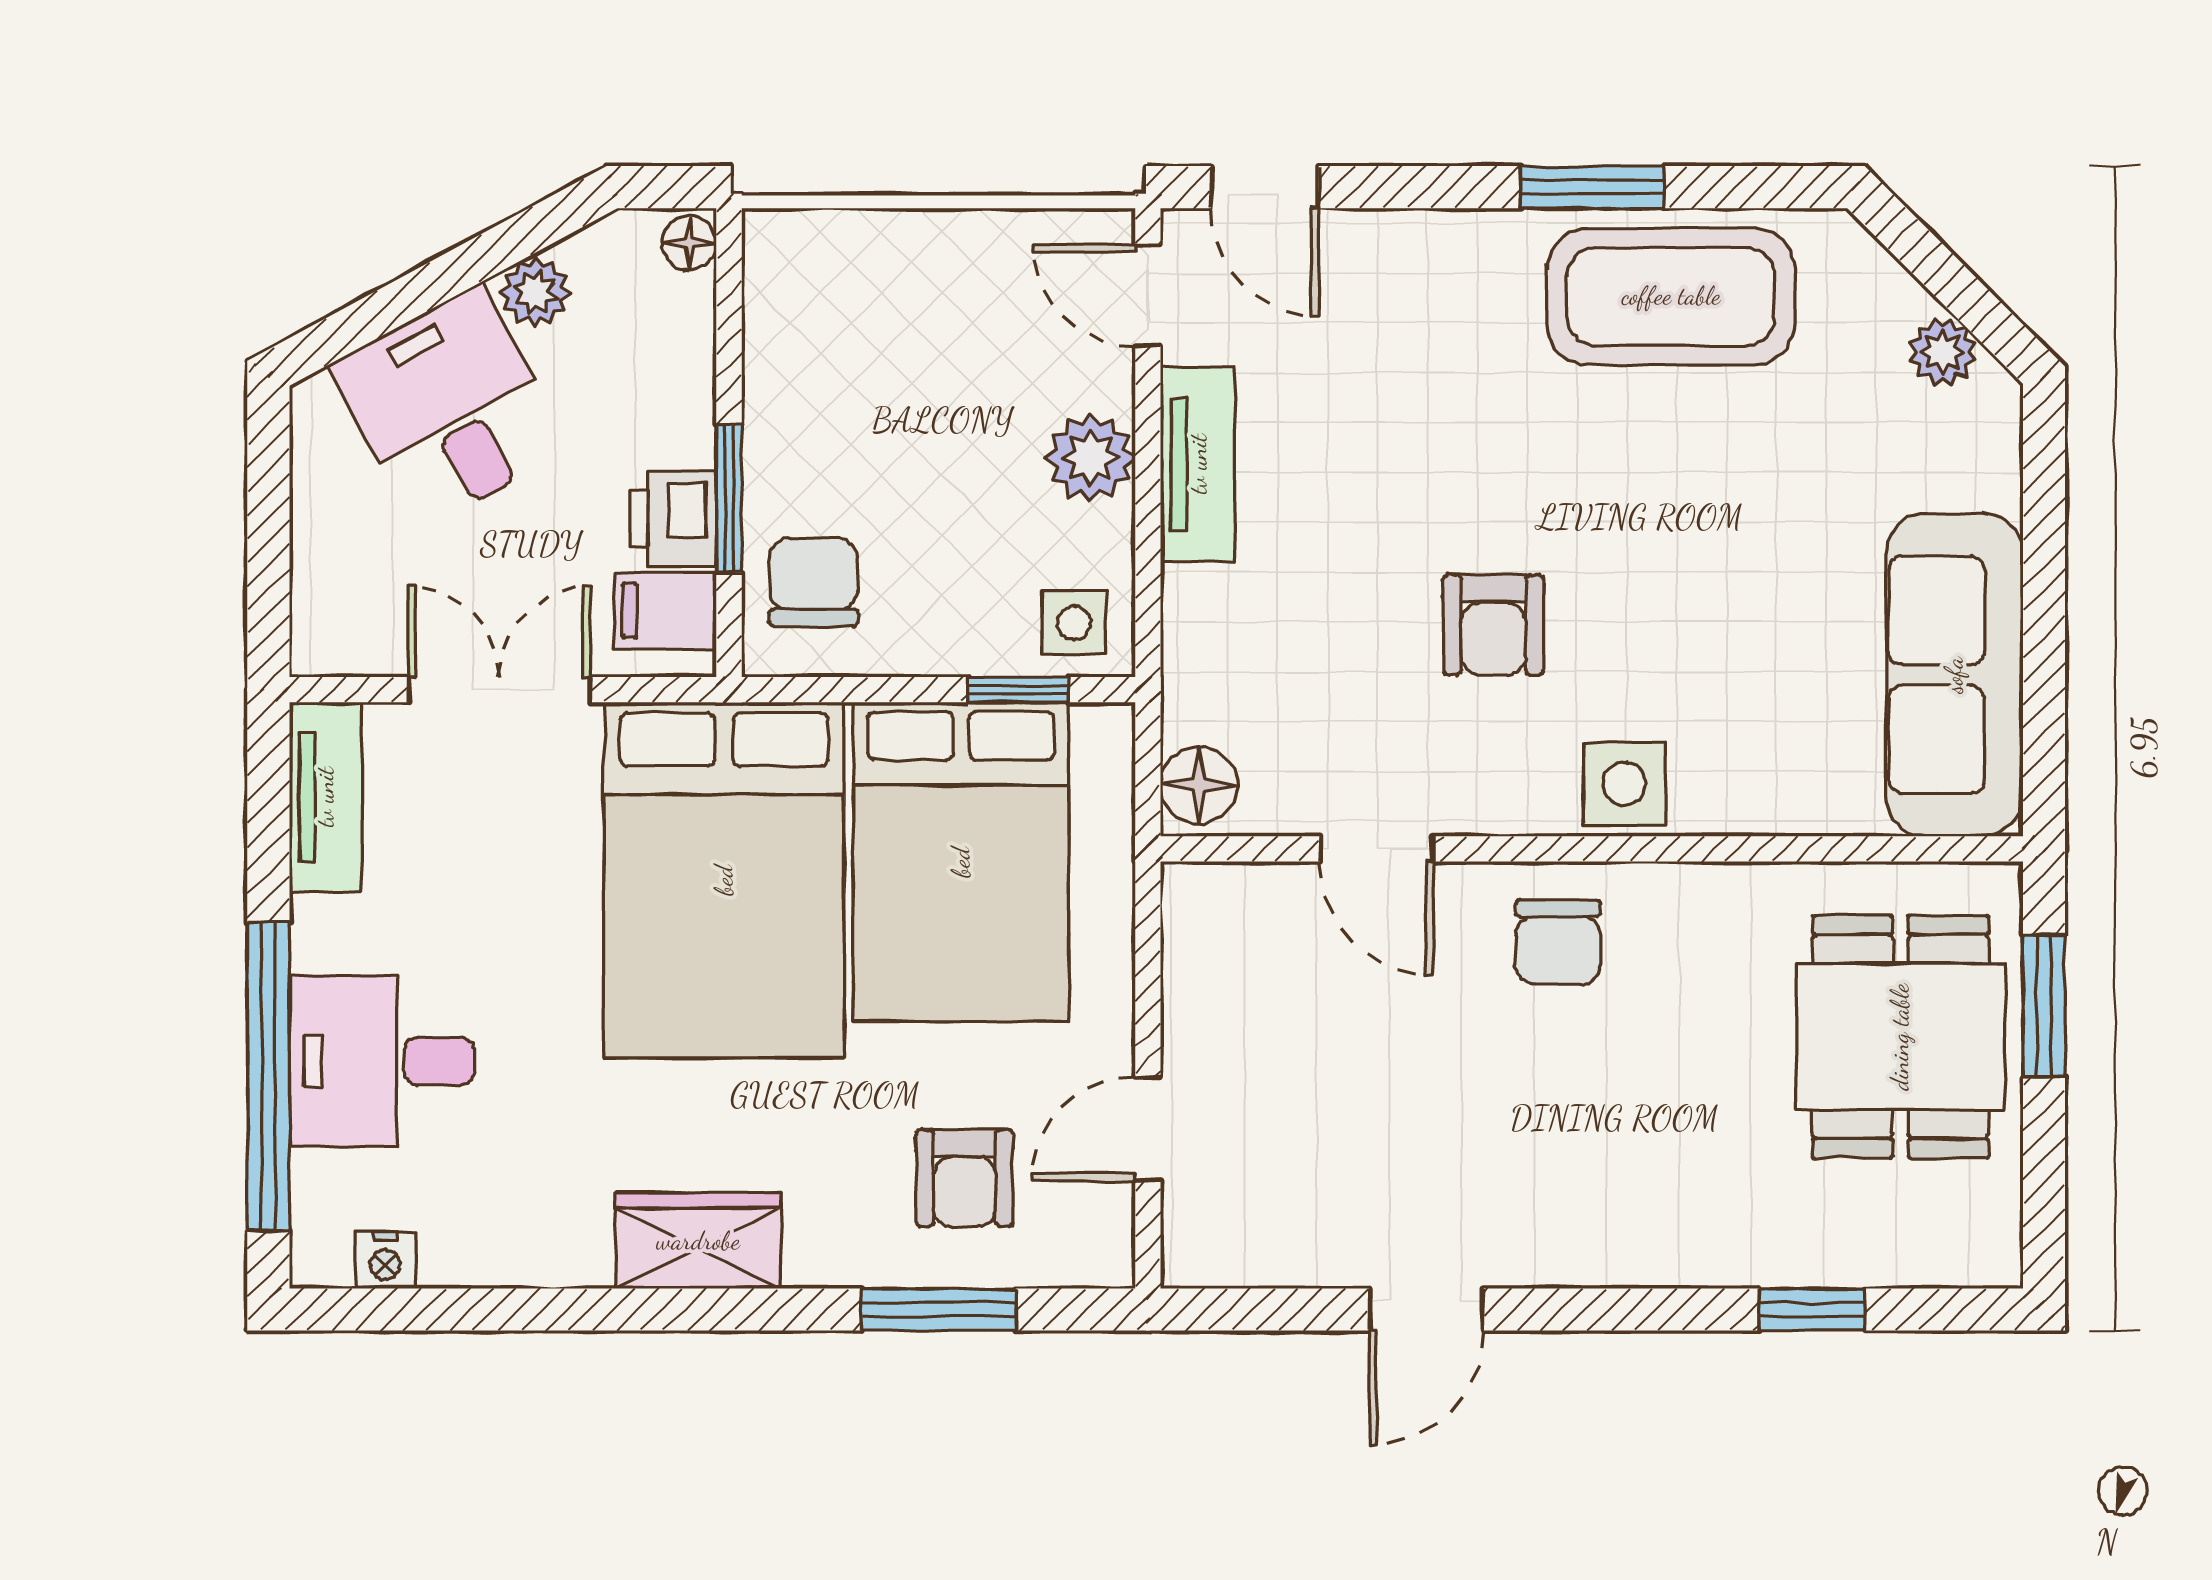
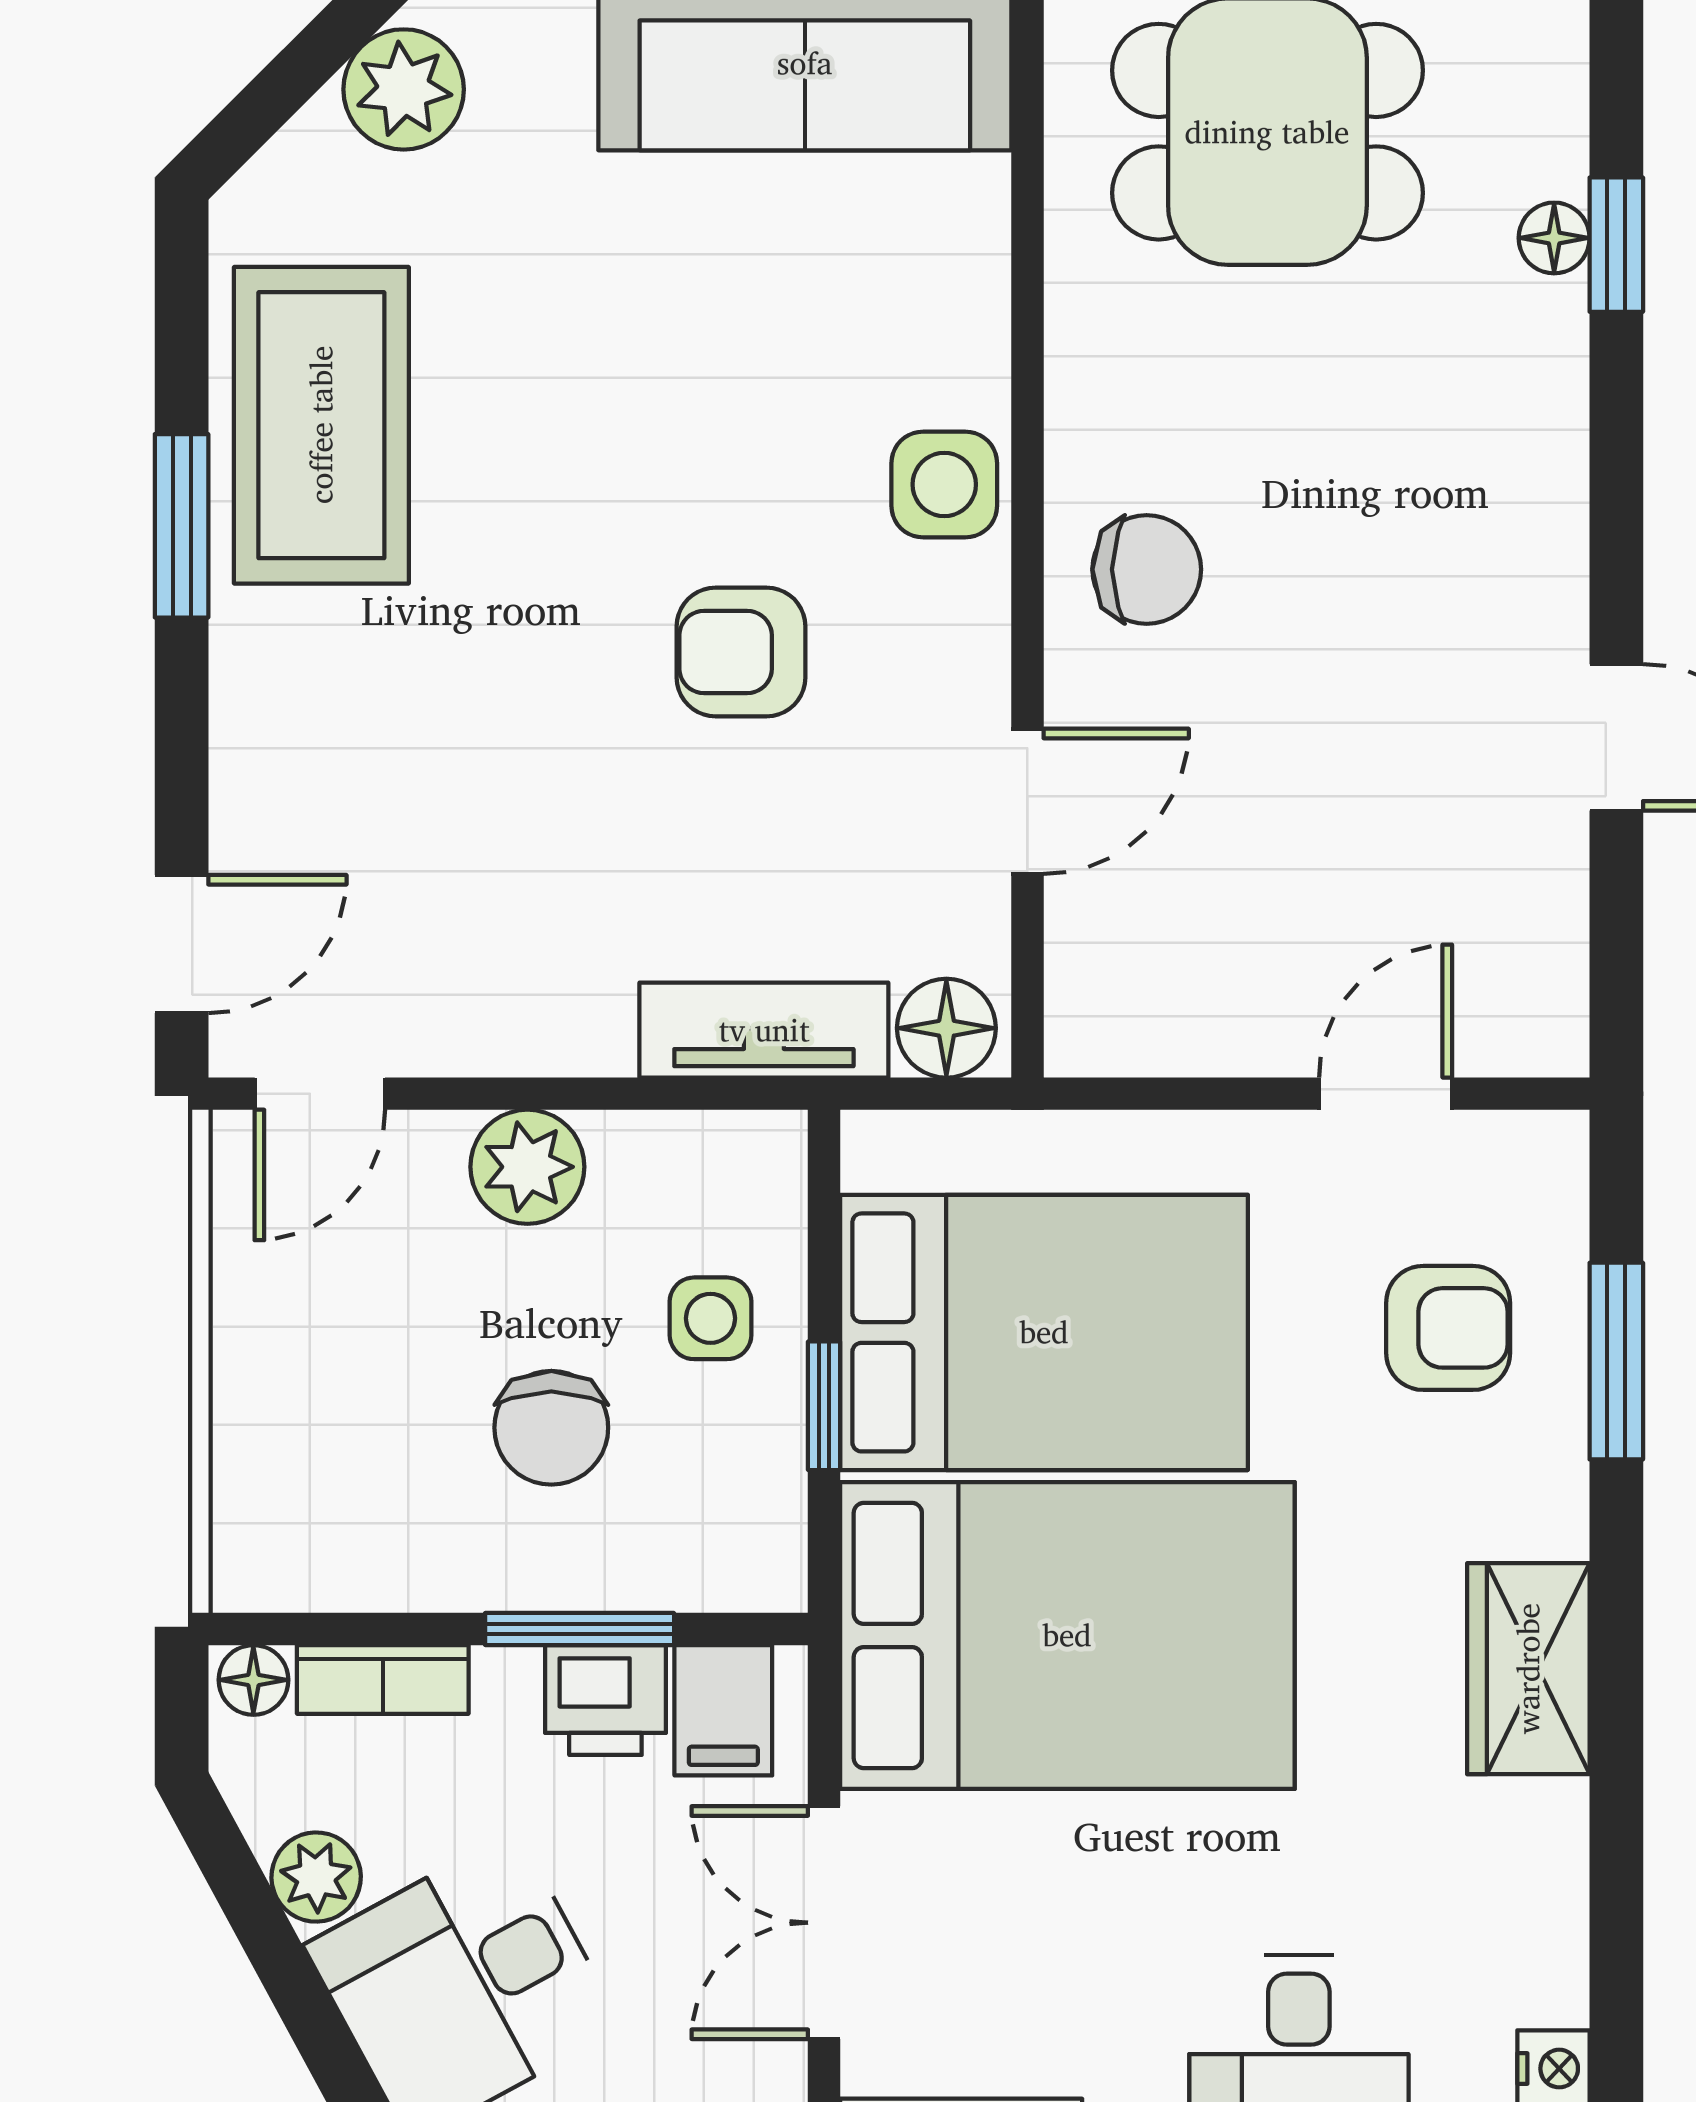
bookcase: (690, 345) -> (383, 1679), added
plant: (1943, 352) -> (404, 89), width x1.38, depth x1.38
tv unit: (1198, 464) -> (764, 1030), moved
chair: (813, 582) -> (551, 1428), moved, turned -90
side table: (1074, 623) -> (711, 1318), moved
armchair: (1493, 625) -> (741, 652), turned 180
window: (1018, 690) -> (824, 1406), moved
door: (1148, 1129) -> (1386, 1094), swing flipped
floor lamp: (1817, 1261) -> (1554, 238), added

